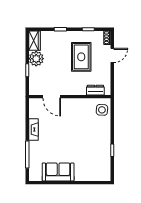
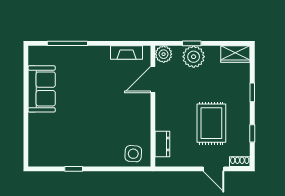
rug: (81, 57) -> (211, 123), turned 90
plant: (36, 59) -> (194, 57), moved
plant: (34, 89) -> (164, 54), added
fireplace: (33, 130) -> (127, 52), moved

